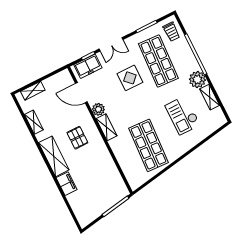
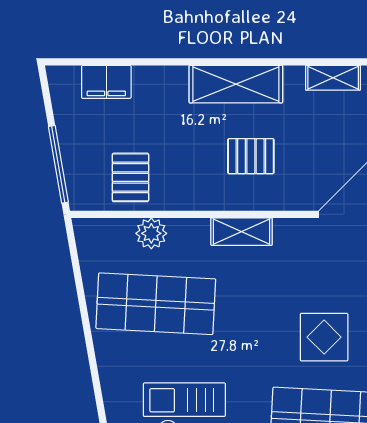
plant: (98, 109) -> (151, 233), moved
pallet: (107, 178) -> (130, 177), added
filing cabinet: (67, 184) -> (106, 82), moved

